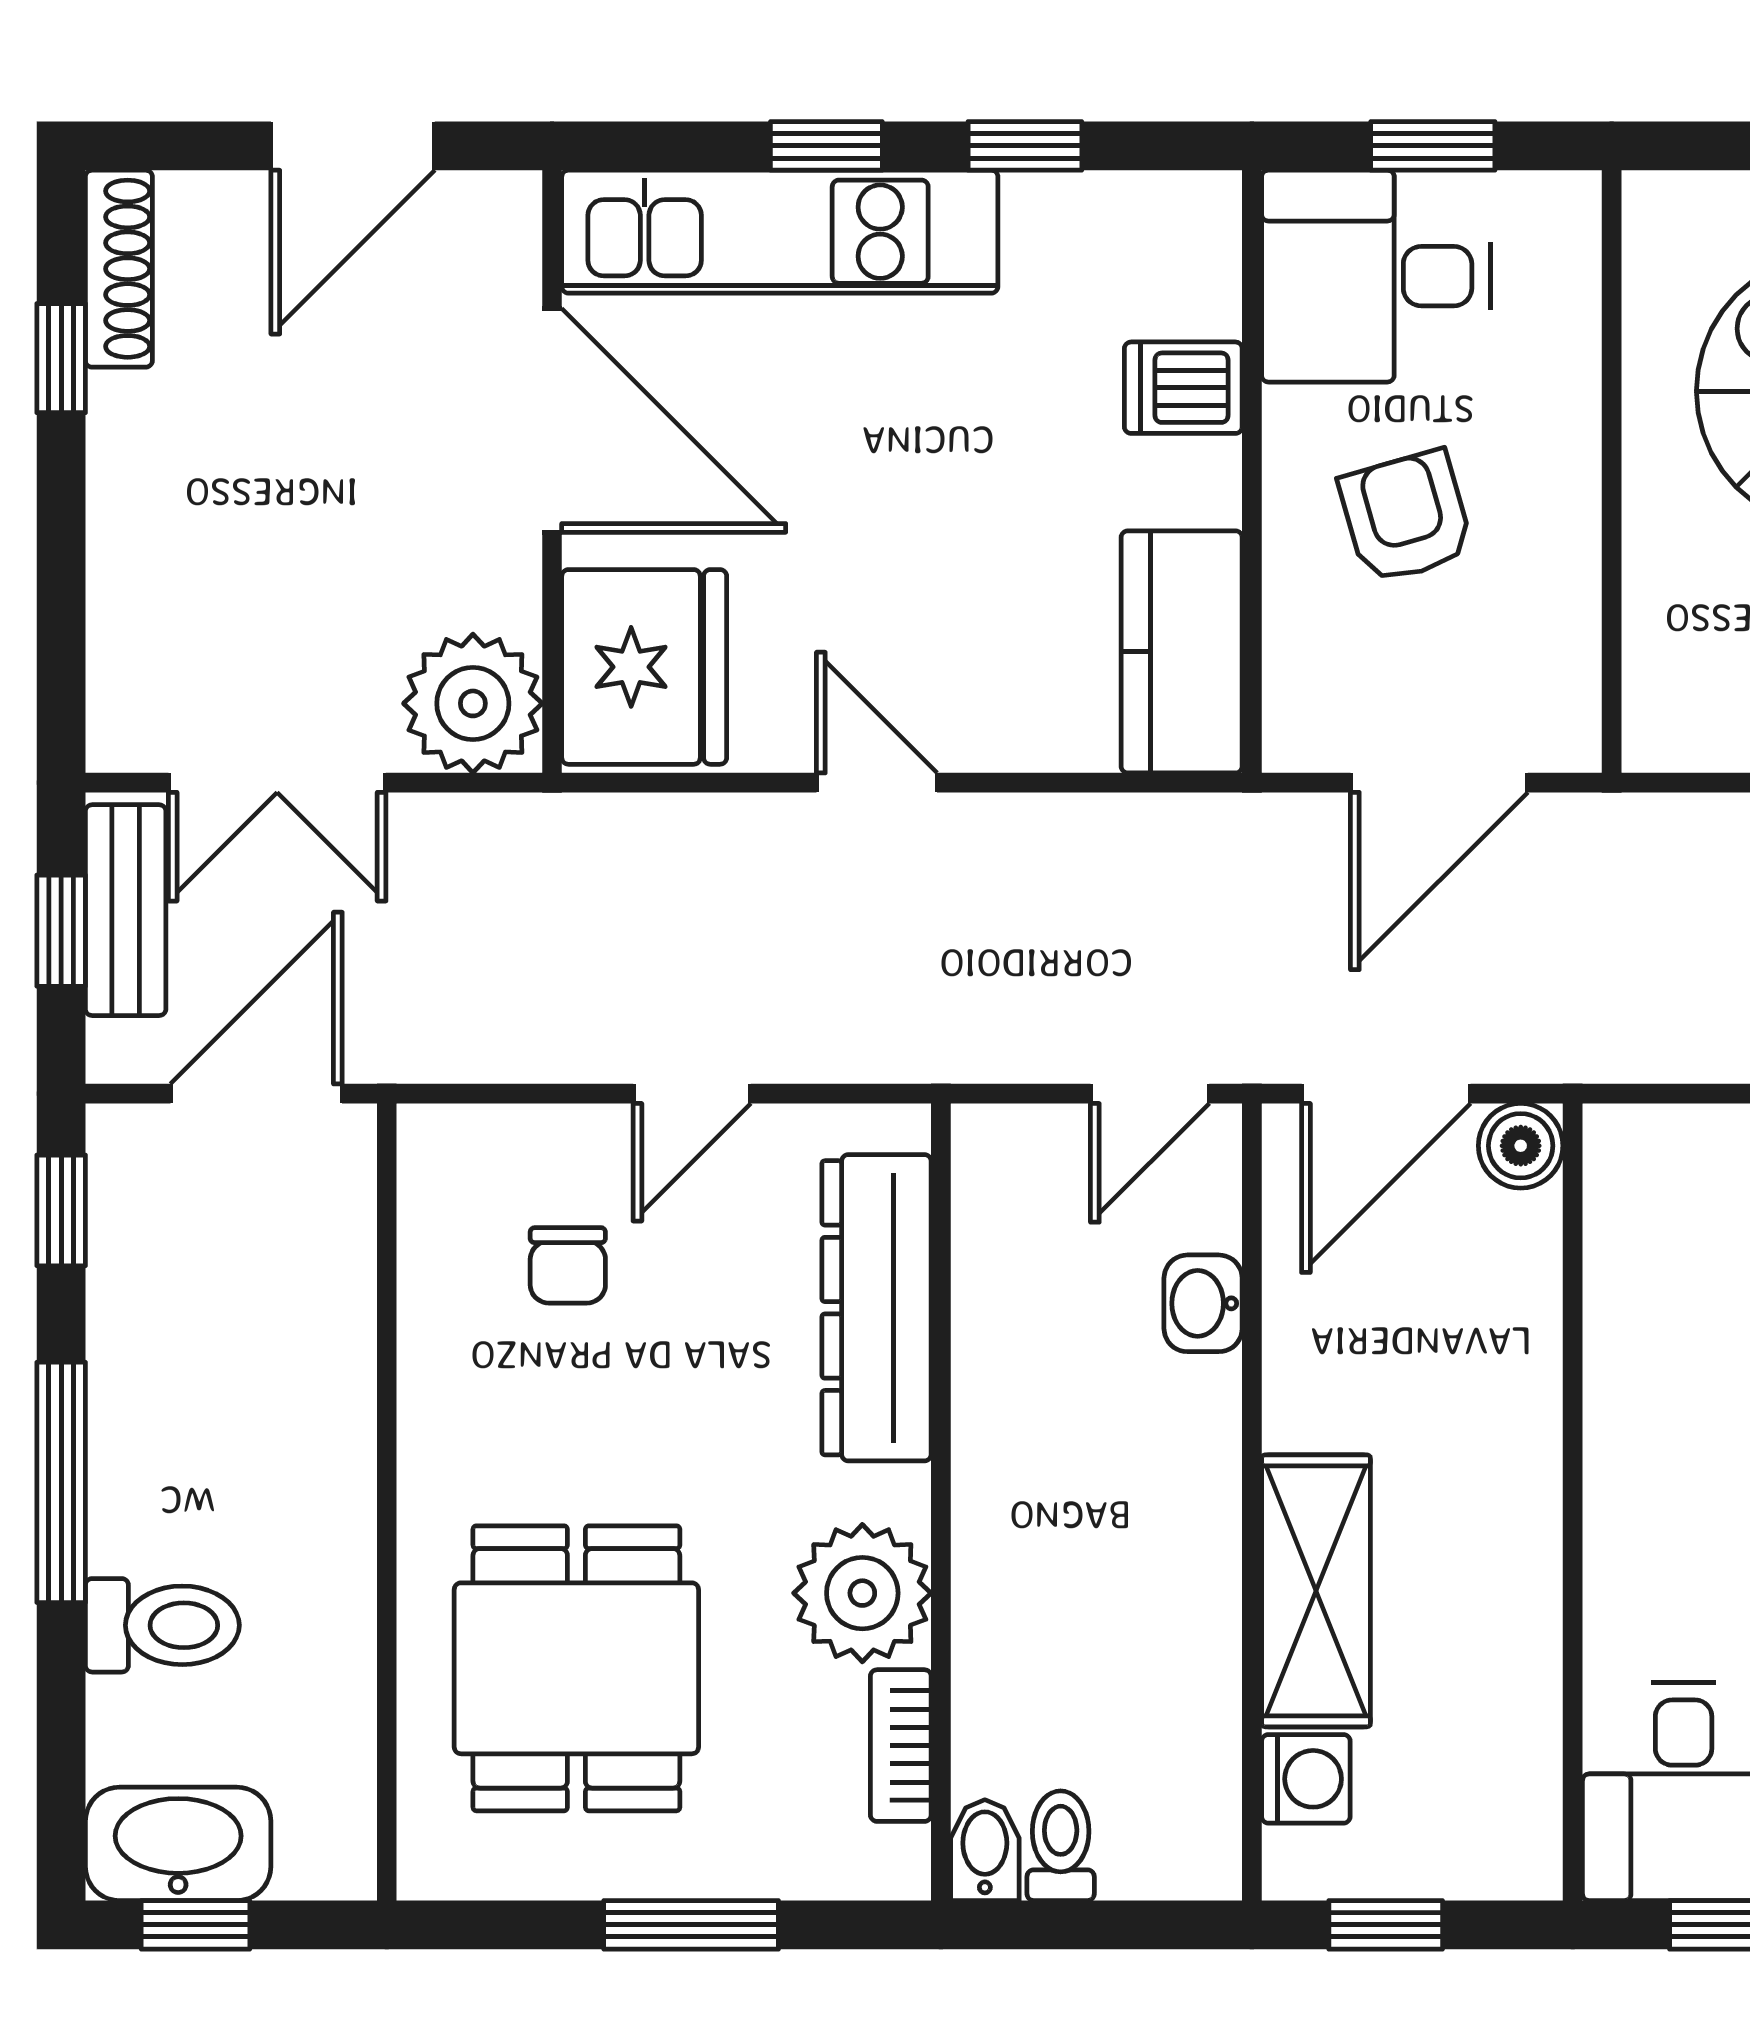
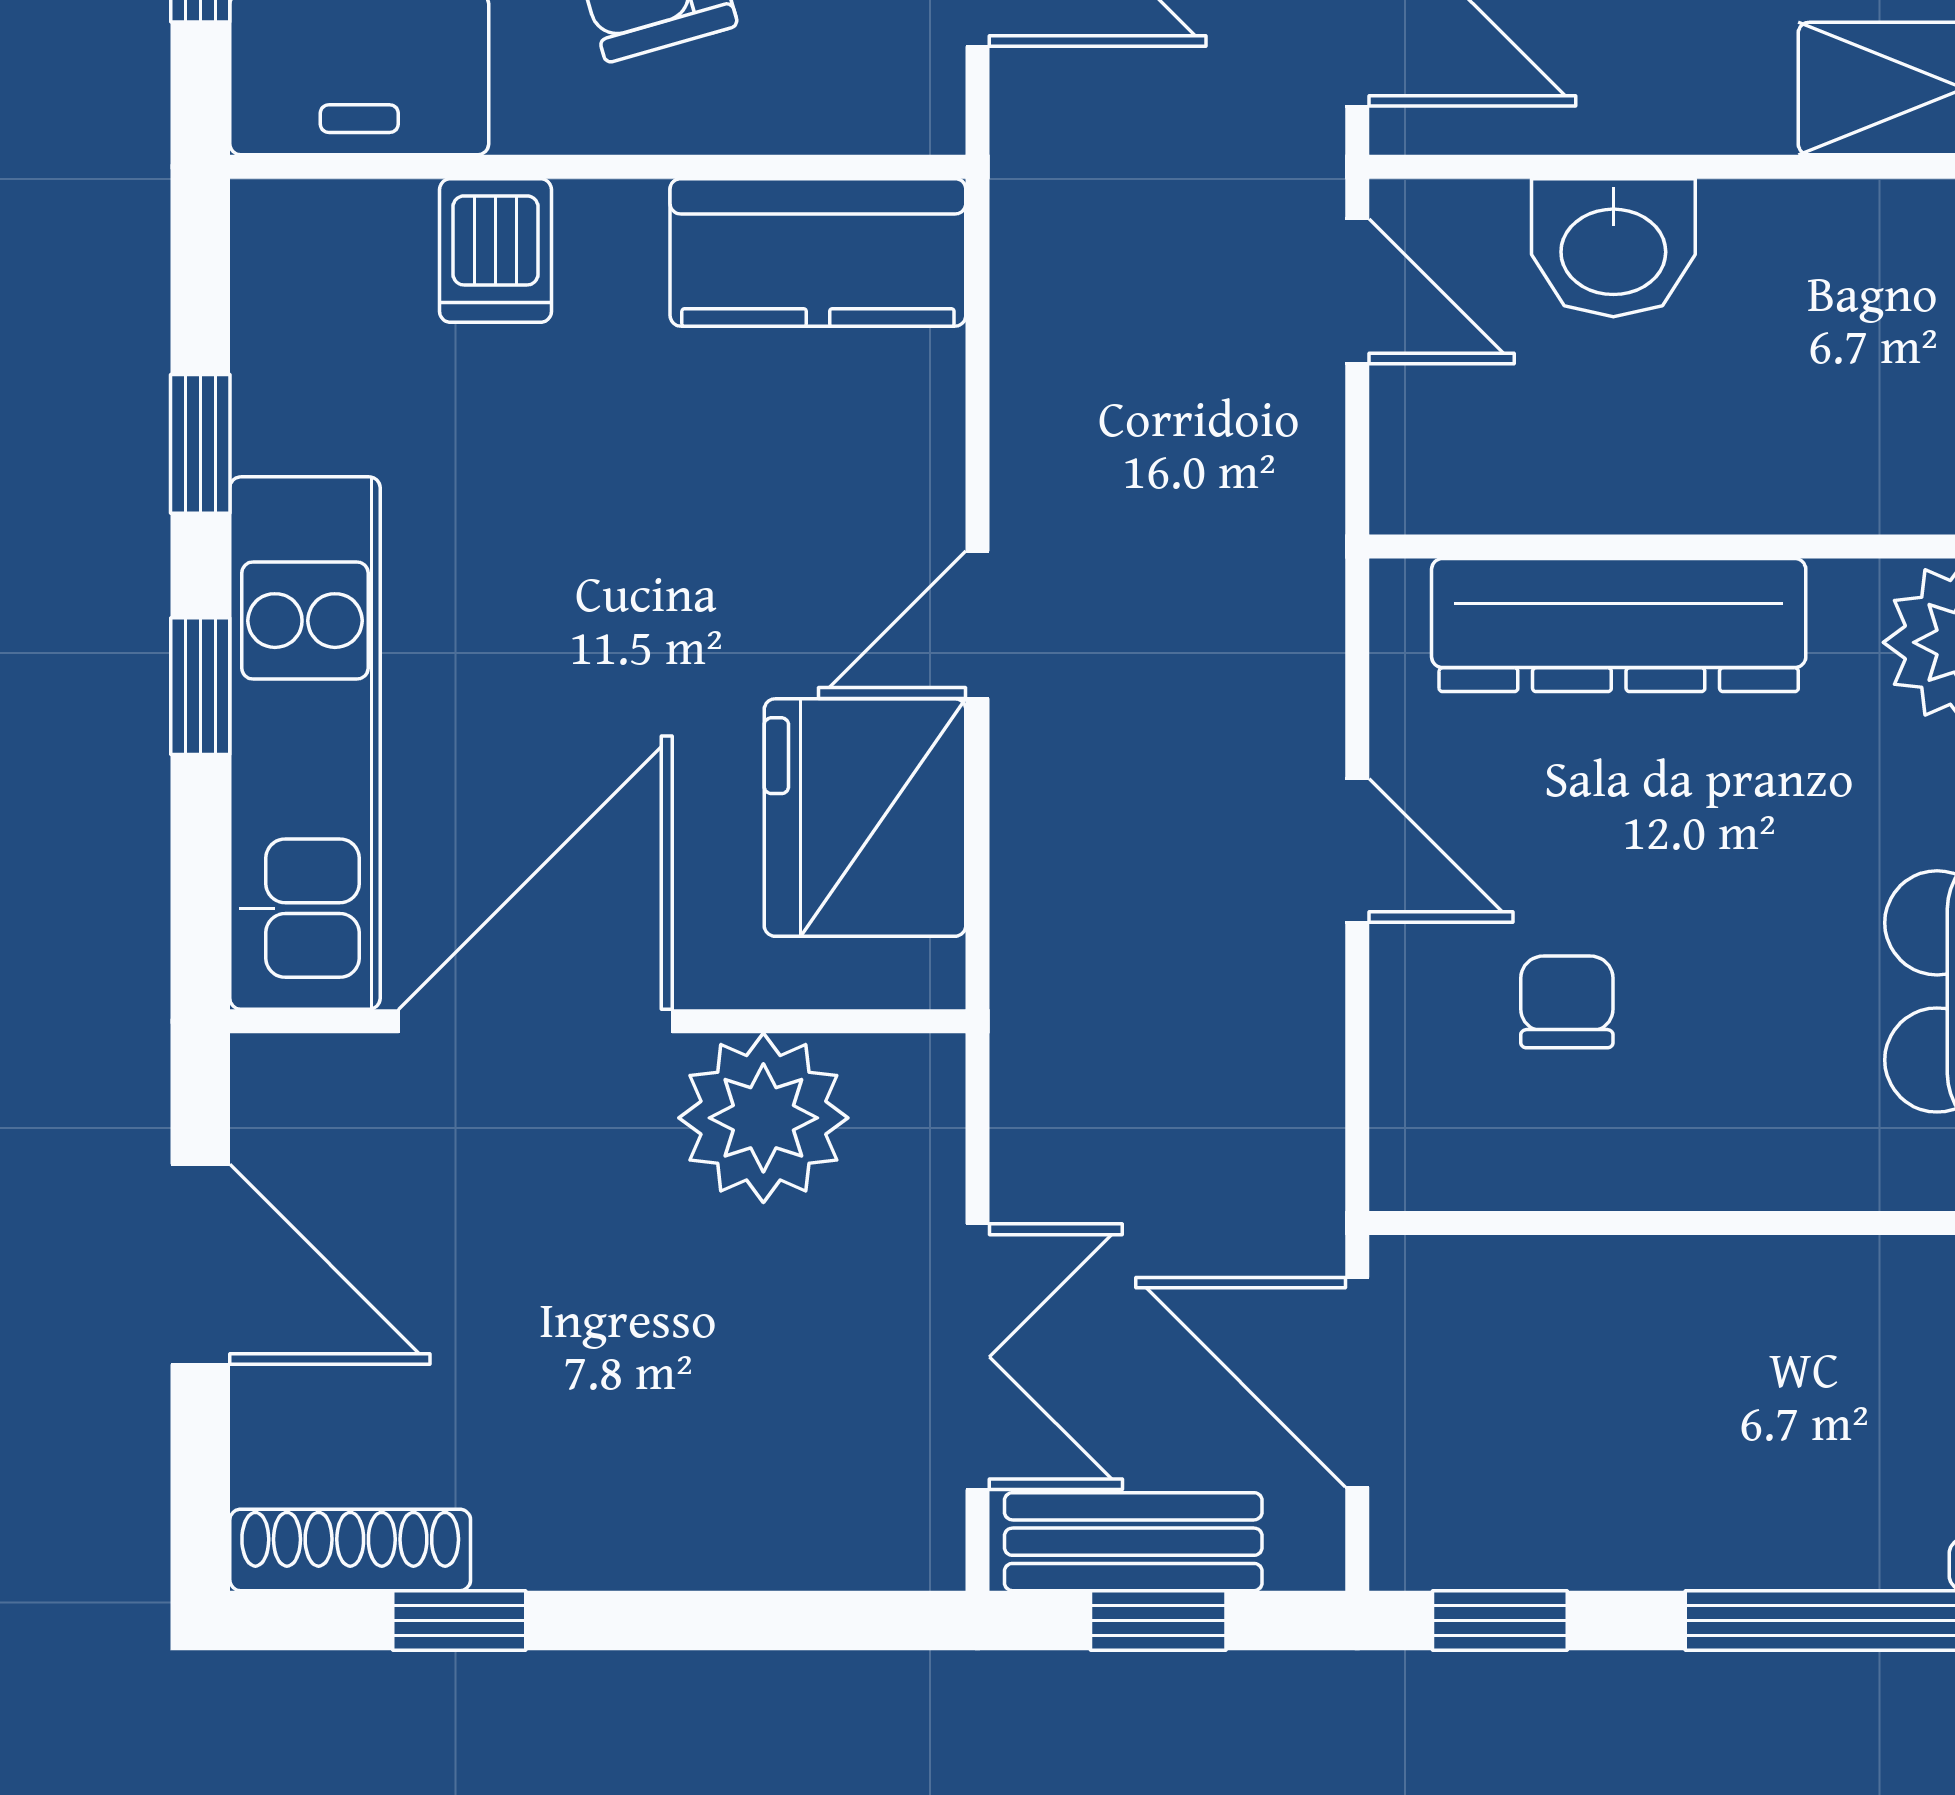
fridge: (644, 667) -> (865, 818), moved, turned -90
plant: (473, 703) -> (763, 1118), moved
chair: (568, 1265) -> (1567, 1002), turned -90
washbasin: (1203, 1303) -> (1613, 248), width x1.38, depth x1.45

